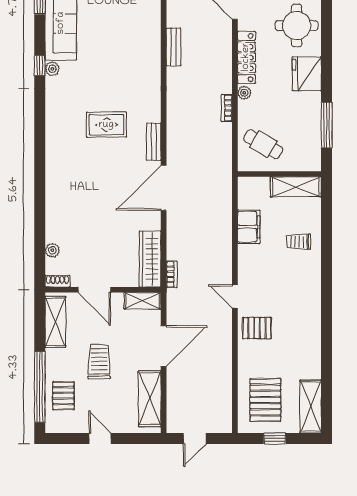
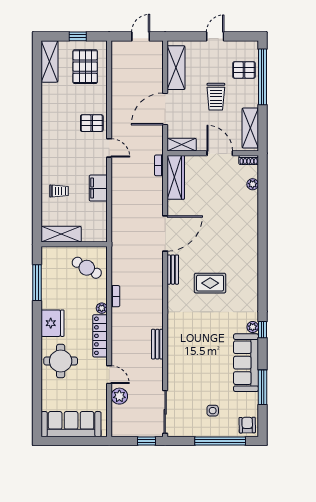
filing cabinet: (249, 227) -> (98, 188), moved
pallet: (63, 396) -> (244, 70), turned 90
door: (100, 438) -> (215, 36), swing flipped

